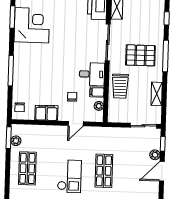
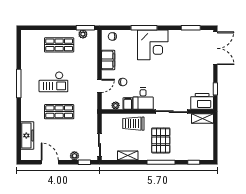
corner desk: (32, 25) -> (153, 45), moved
door: (76, 124) -> (99, 86), swing flipped
door: (162, 171) -> (50, 162), moved

